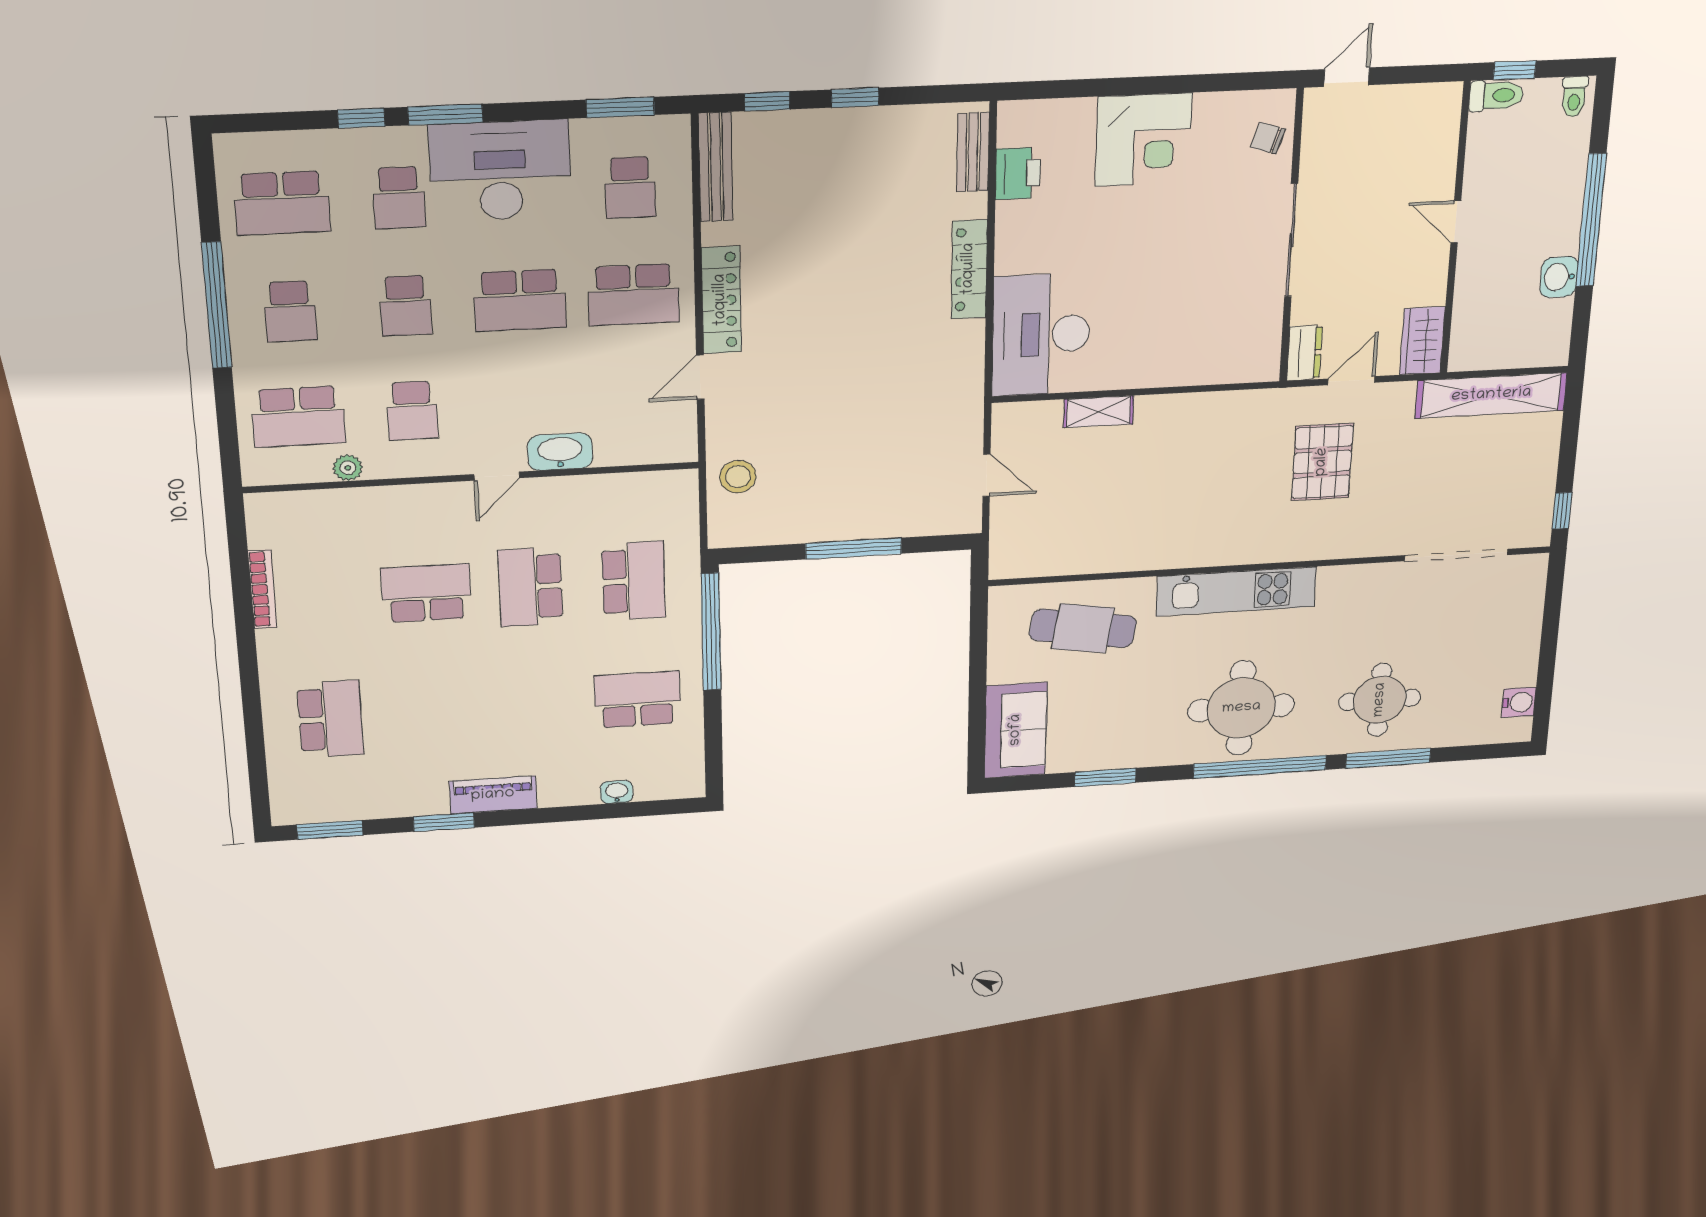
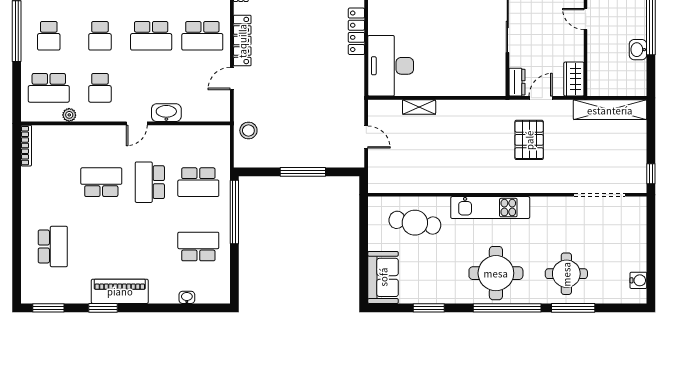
school desk: (634, 581) -> (198, 182), turned 90
bookcase: (262, 589) -> (26, 146), moved
piano: (493, 795) -> (120, 291), width x1.37, depth x1.33

